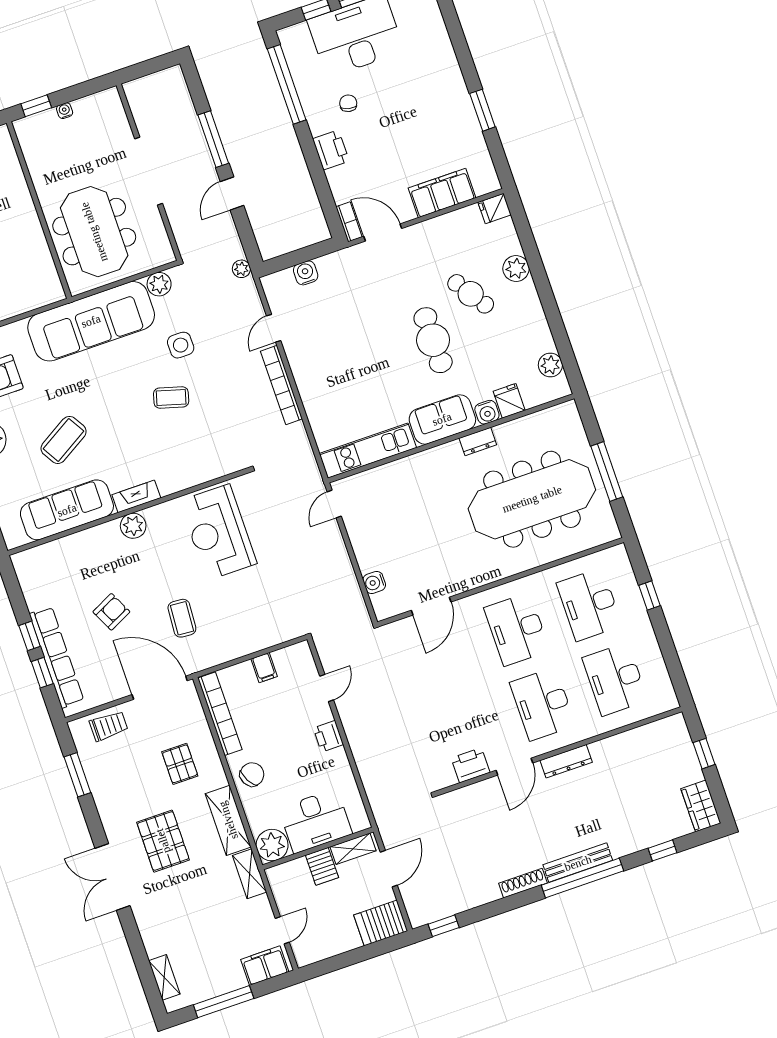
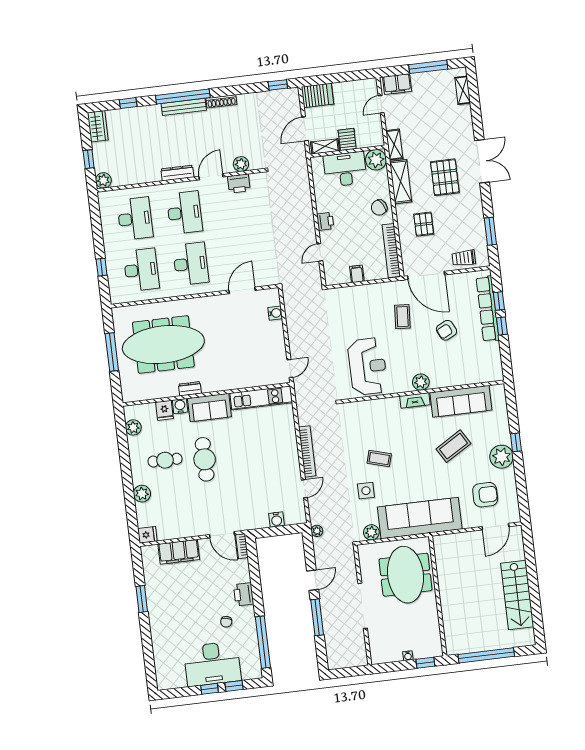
cafe table: (471, 294) -> (165, 460), moved, turned -56
plant: (675, 726) -> (103, 180), added
plant: (473, 795) -> (241, 164), added

